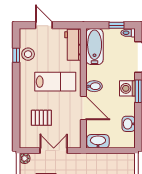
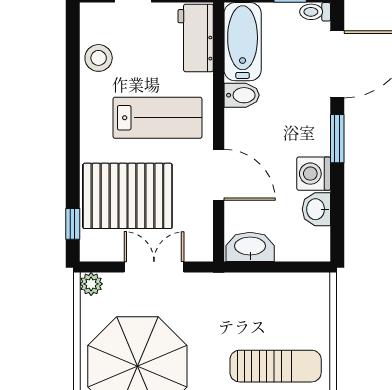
window: (16, 55) -> (73, 224), moved
bidet: (94, 86) -> (242, 95), moved
washing machine: (127, 88) -> (314, 174), moved
pallet: (41, 118) -> (127, 196), width x2.05, depth x2.00

